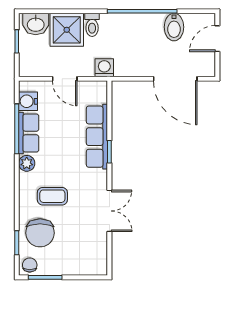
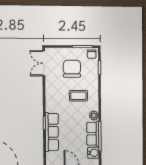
double door: (109, 211) -> (44, 63), moved
chair: (40, 233) -> (72, 69), moved

